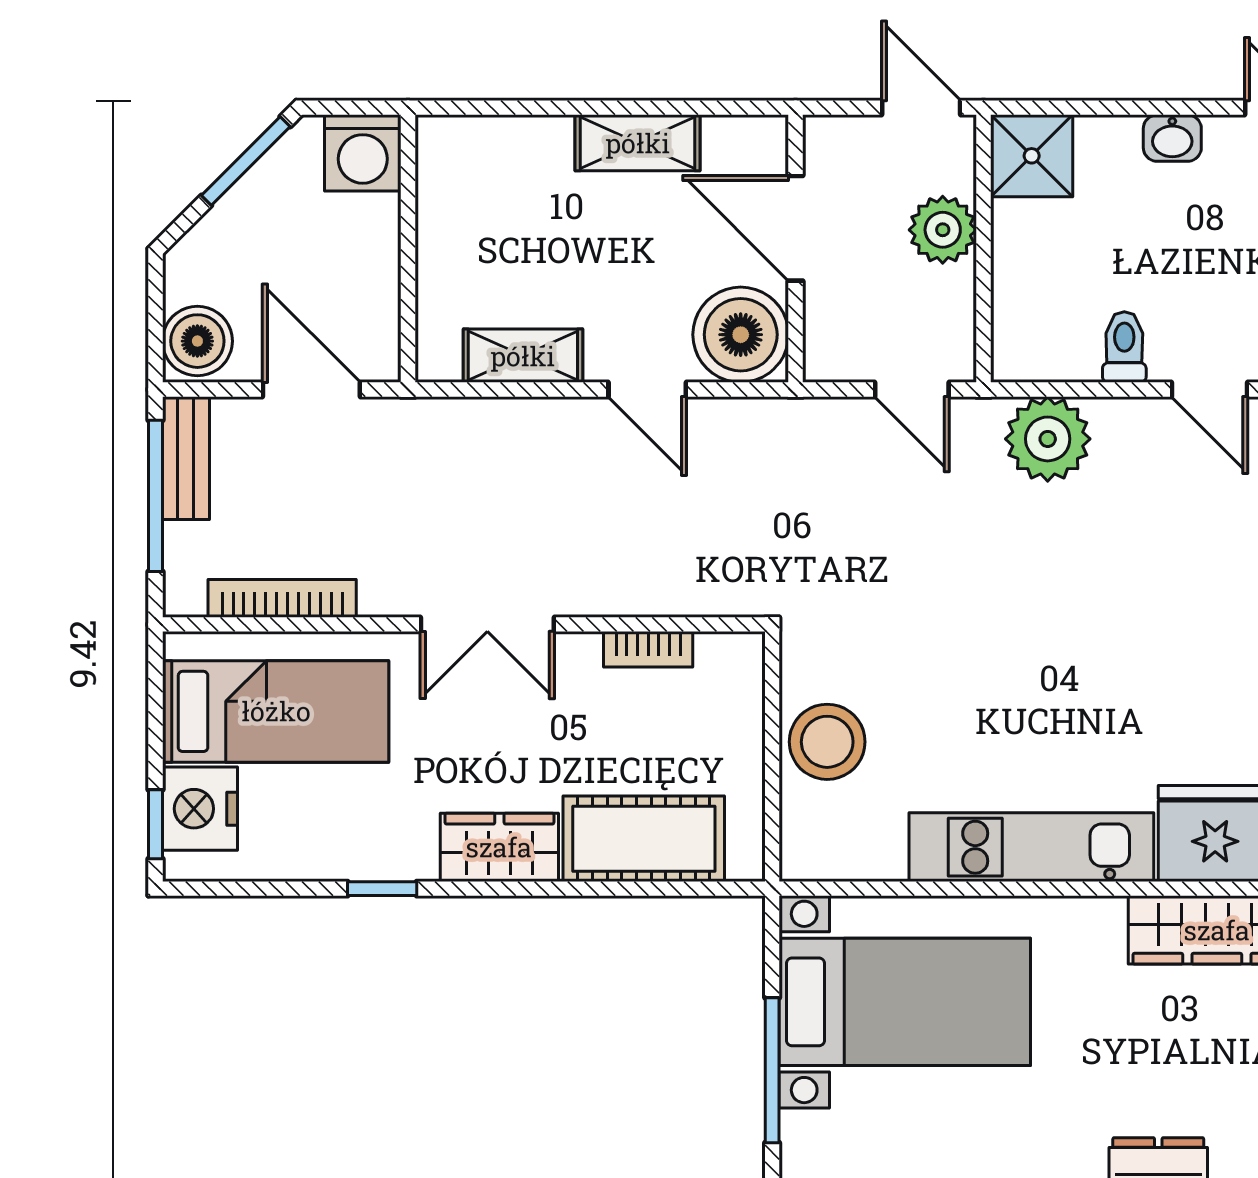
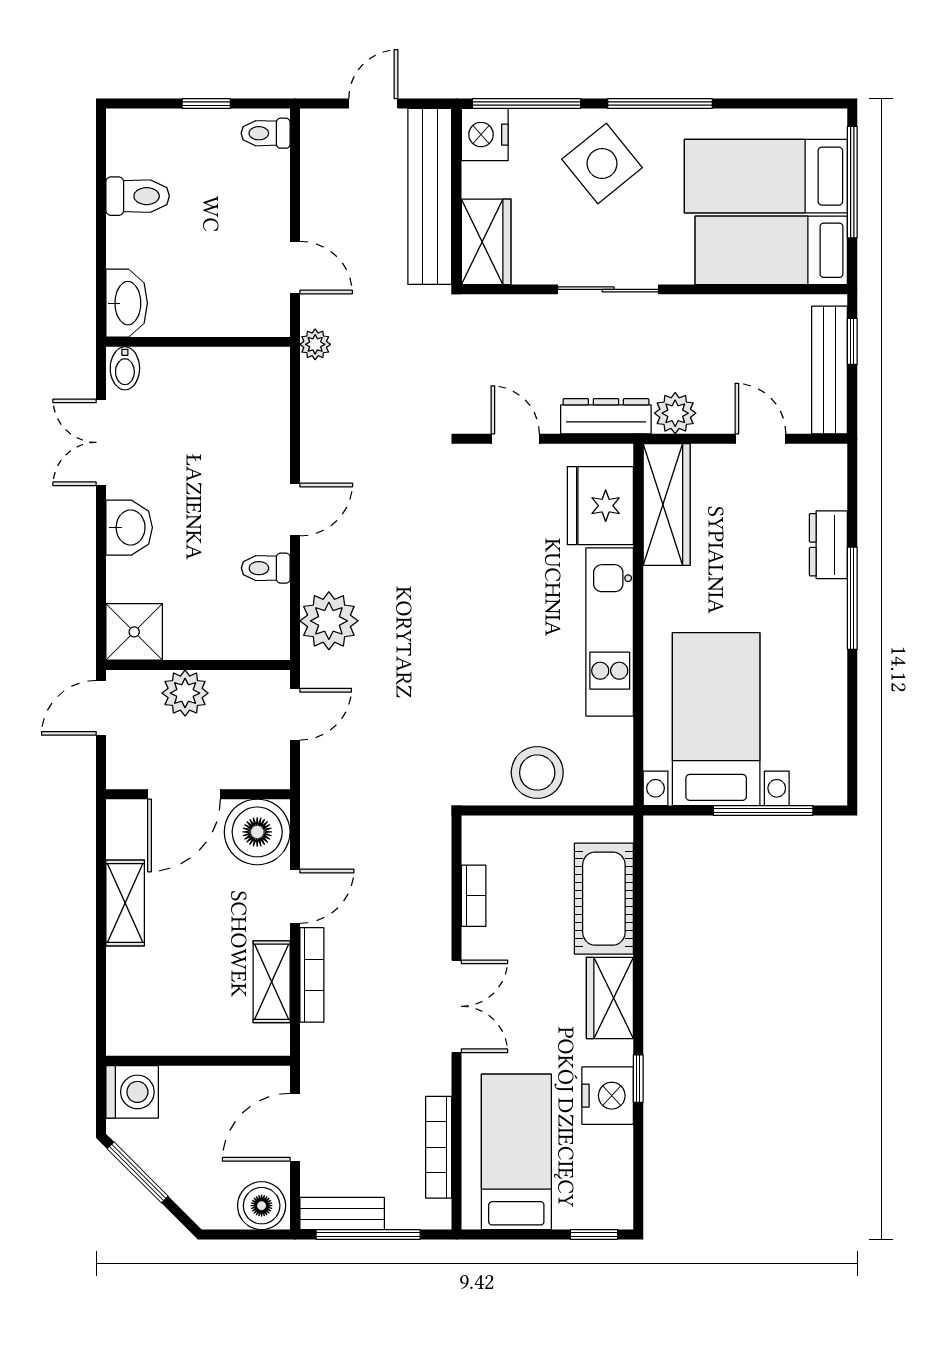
washbasin: (1172, 138) -> (129, 528), width x1.38, depth x1.45
bookcase: (533, 414) -> (312, 975), added
nightstand: (200, 809) -> (608, 1096), moved, turned -90

